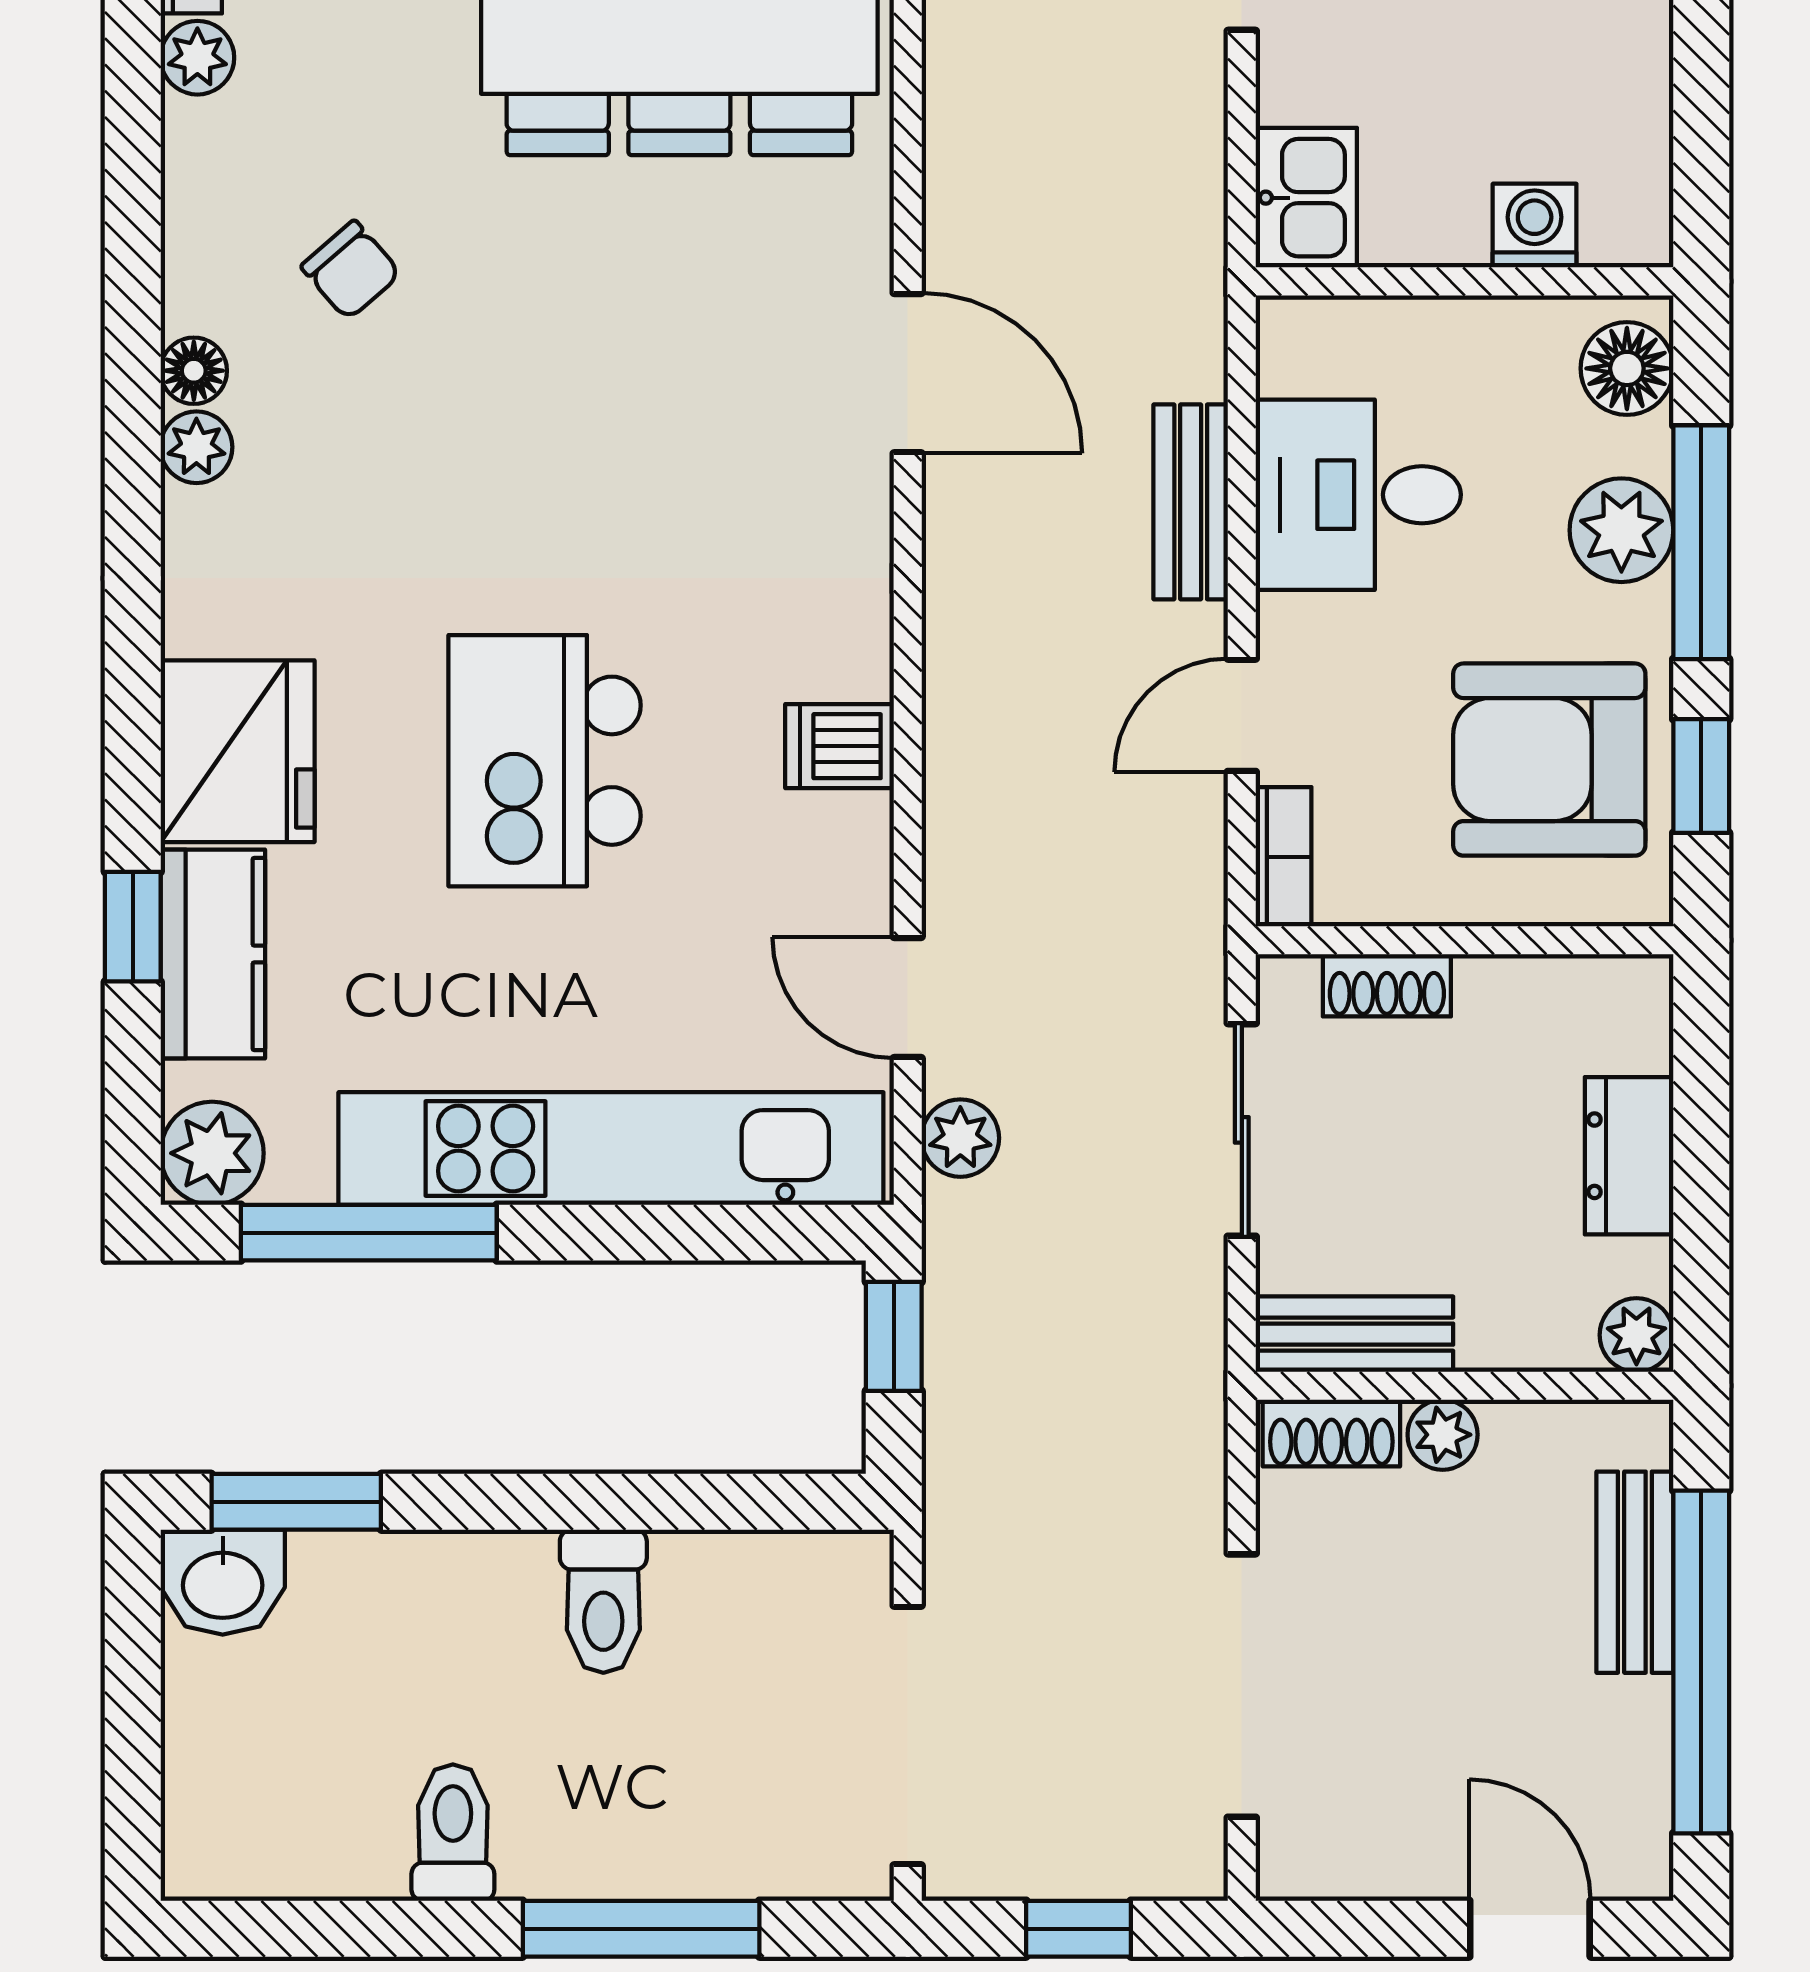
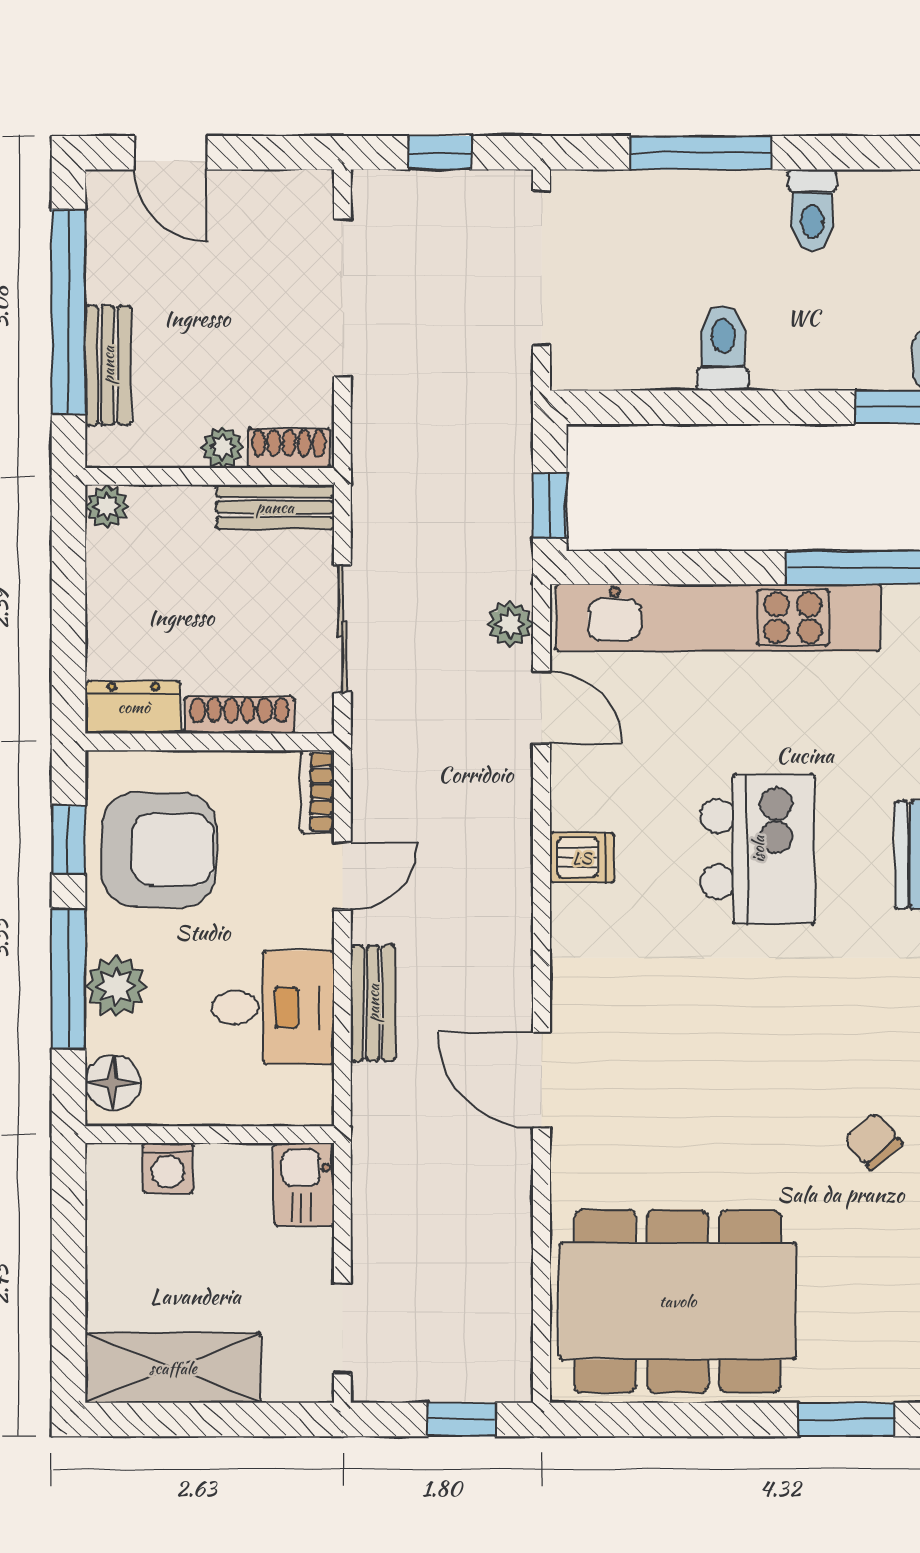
shoe rack: (1387, 985) -> (240, 715), width x1.43
dresser: (1629, 1156) -> (134, 707), moved, turned -90

